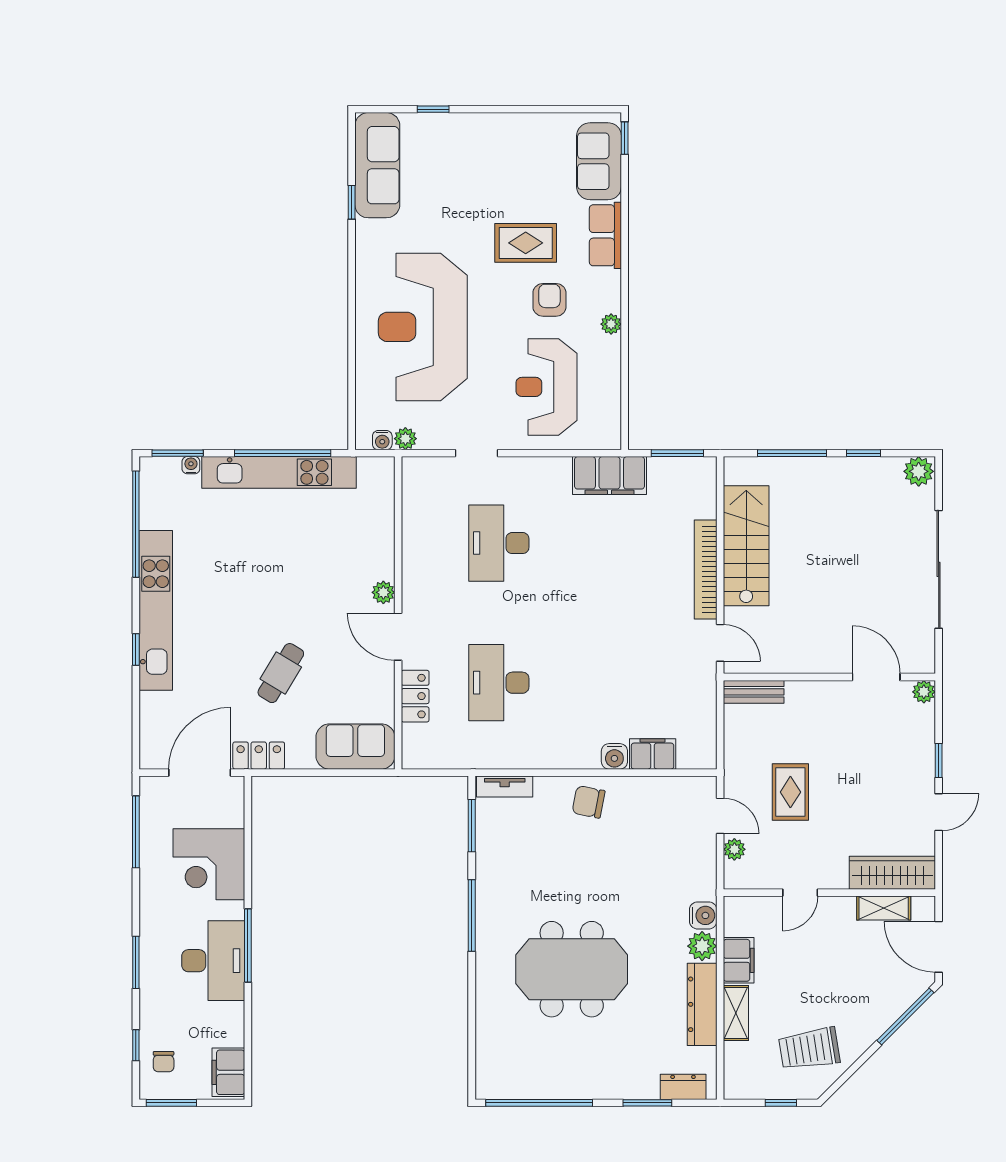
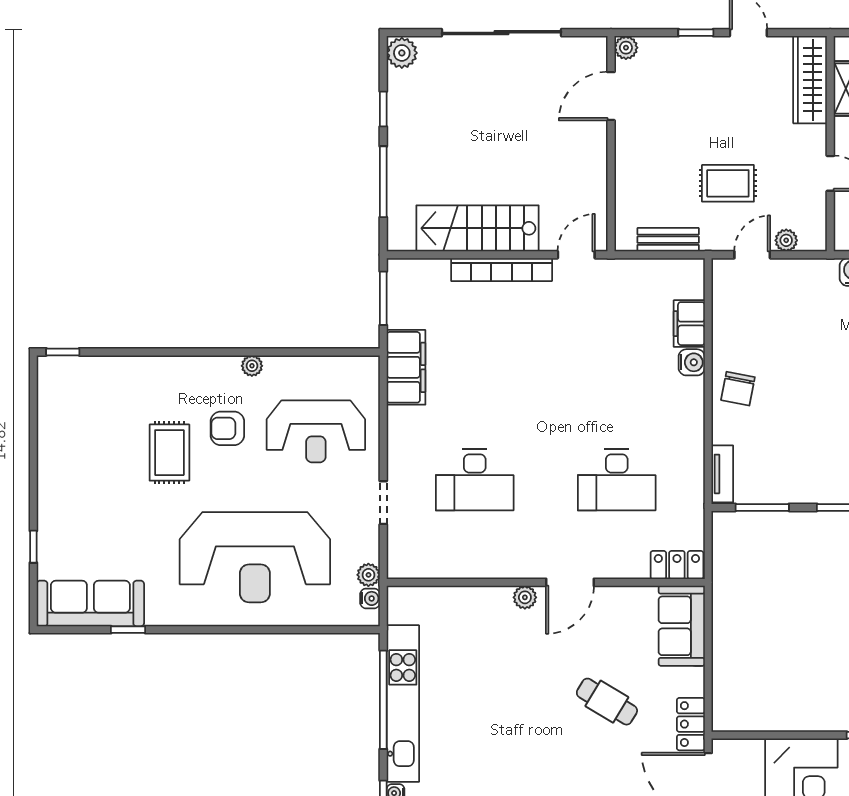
sofa: (599, 161) -> (86, 378), removed
row of seats: (605, 235) -> (162, 371), removed
bench: (754, 692) -> (668, 240), moved, turned 90
locker: (415, 696) -> (677, 565), moved

